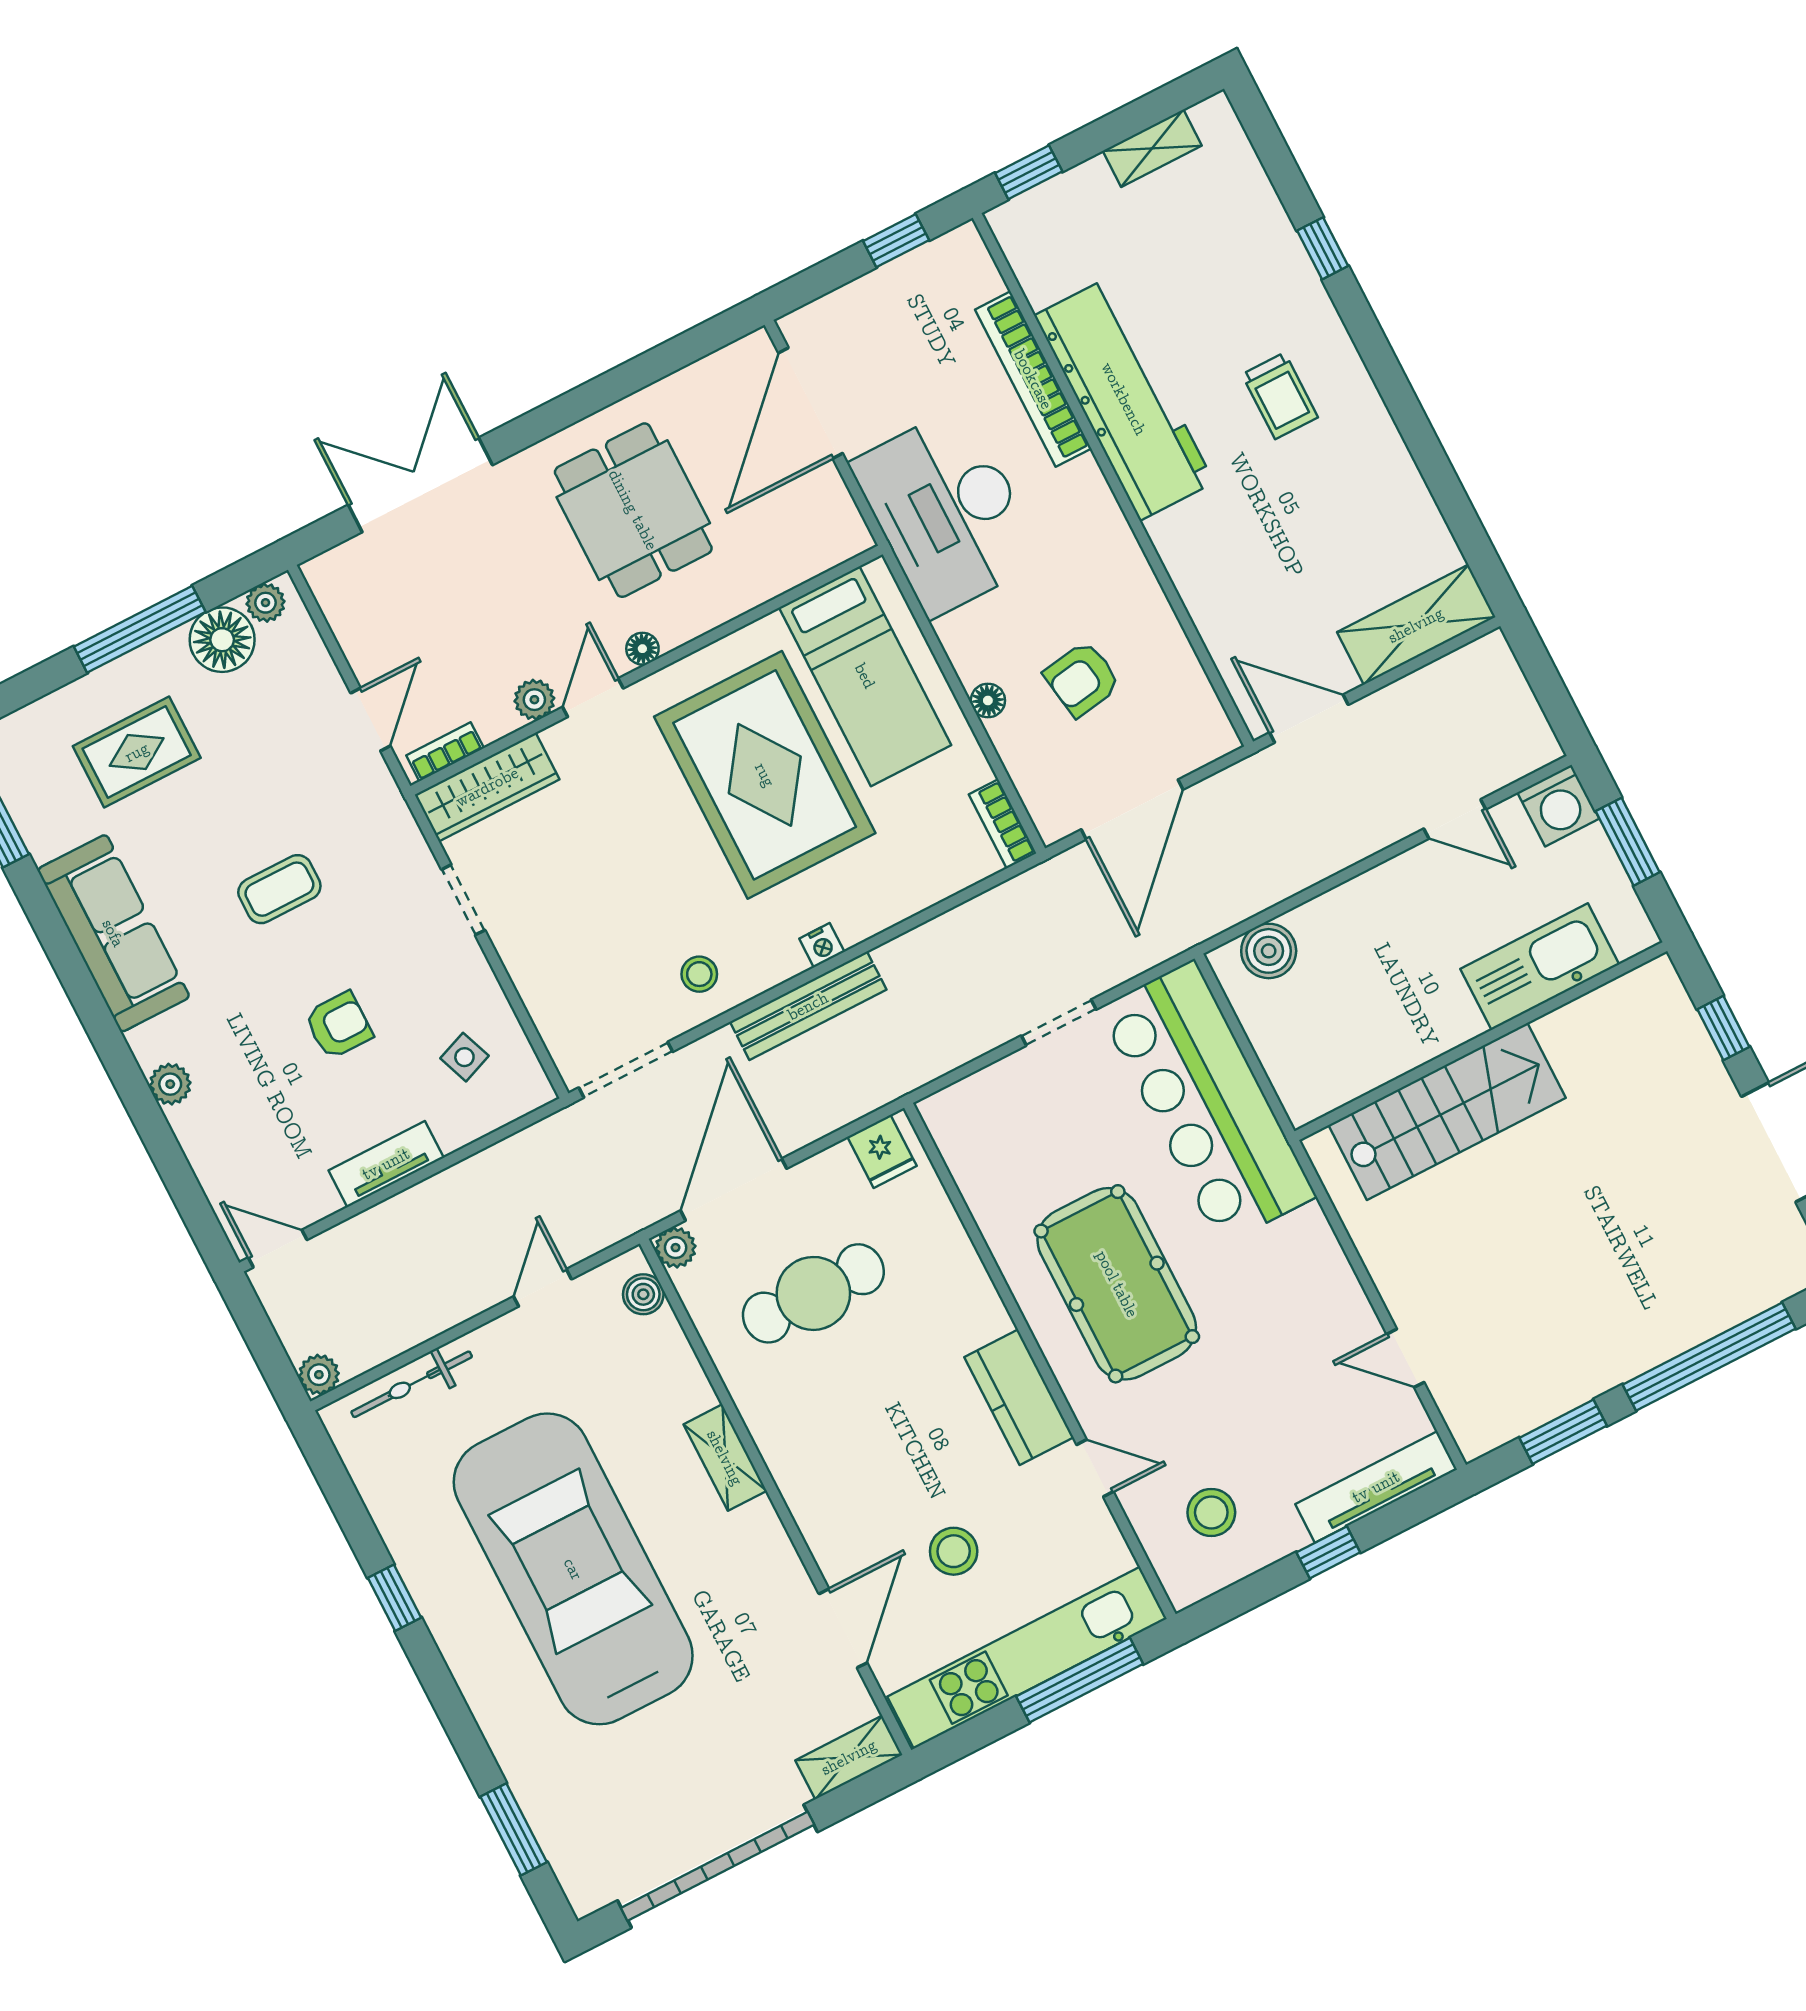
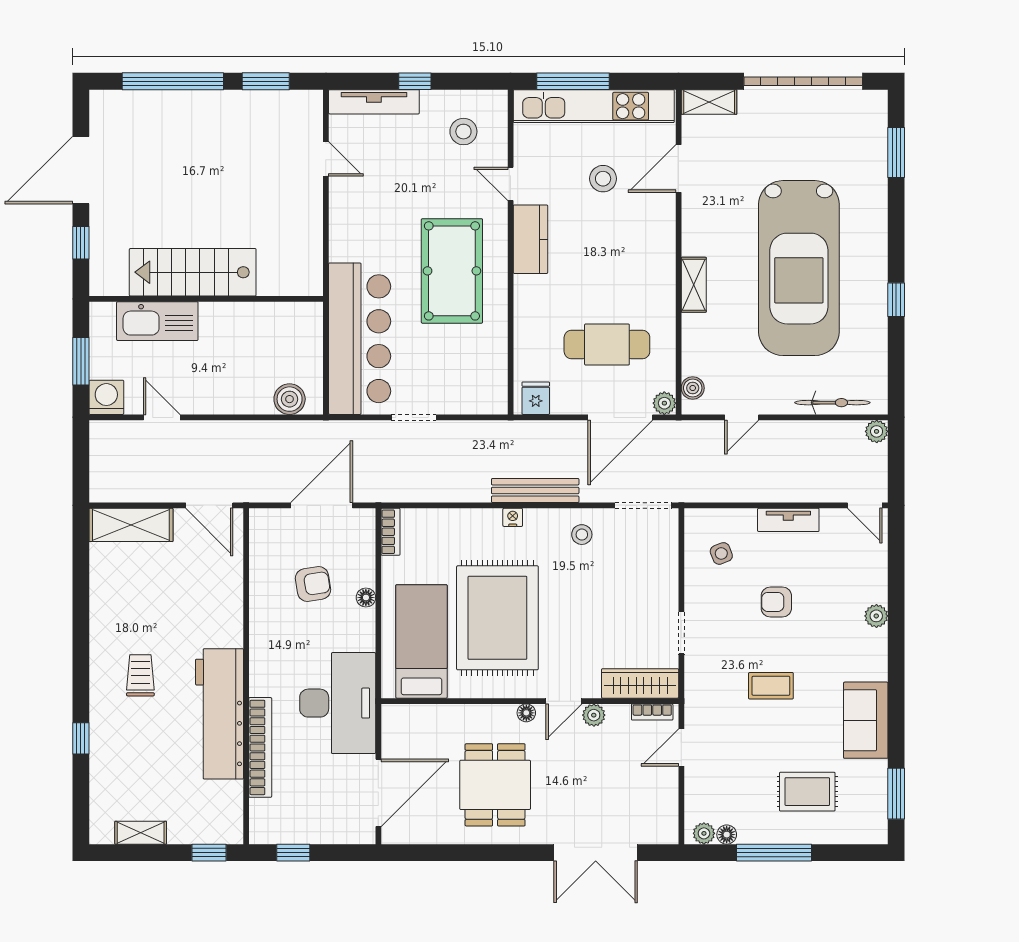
floor lamp: (222, 640) -> (727, 835), width x0.53, depth x0.53
sofa: (113, 933) -> (866, 720), width x0.73
stairs: (1447, 1111) -> (193, 272), moved

